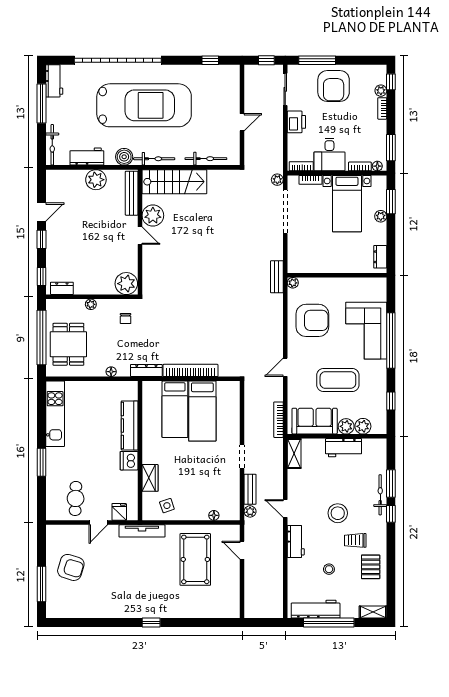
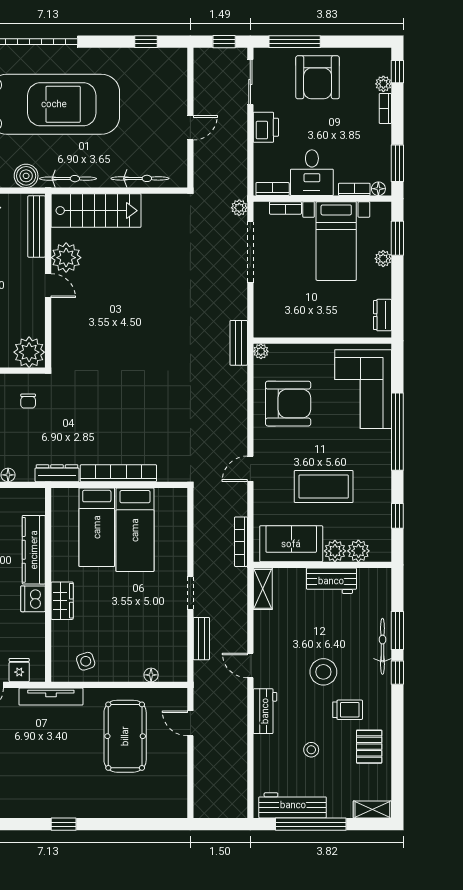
corner sofa: (366, 331) -> (363, 389), moved
wardrobe: (150, 478) -> (62, 601), moved
plant: (250, 511) -> (201, 669), removed
trolley: (355, 540) -> (348, 710), turned 180

